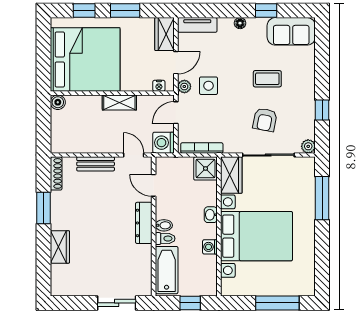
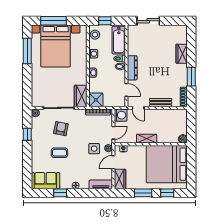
window: (322, 198) -> (27, 51), moved
bed with nightstands: (257, 236) -> (56, 46), moved, turned -90
stool: (207, 279) -> (95, 35), added

